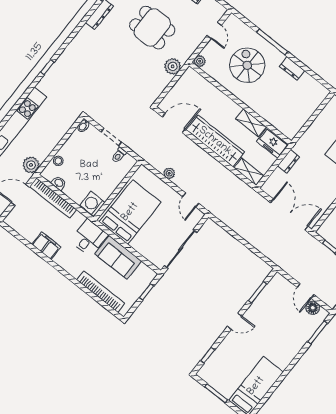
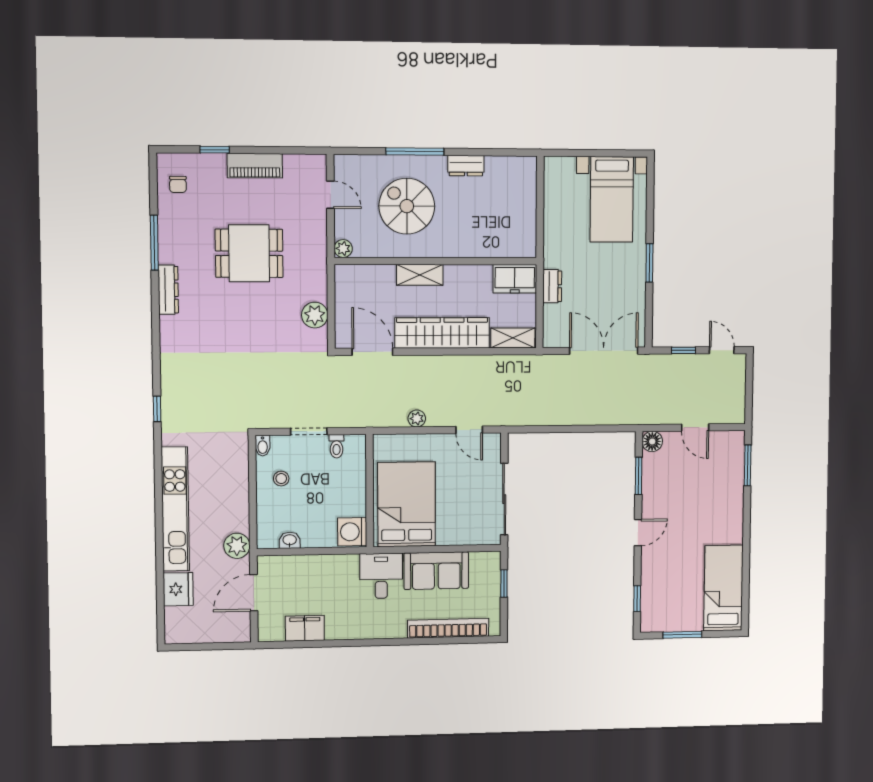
plant: (173, 66) -> (315, 315), moved
door: (174, 123) -> (372, 352), hinge flipped
shelving: (251, 123) -> (420, 275), moved
stool: (58, 161) -> (281, 479), moved
bookcase: (53, 198) -> (298, 564), removed
filing cabinet: (46, 246) -> (305, 628), moved
floor lamp: (313, 308) -> (652, 441), moved

